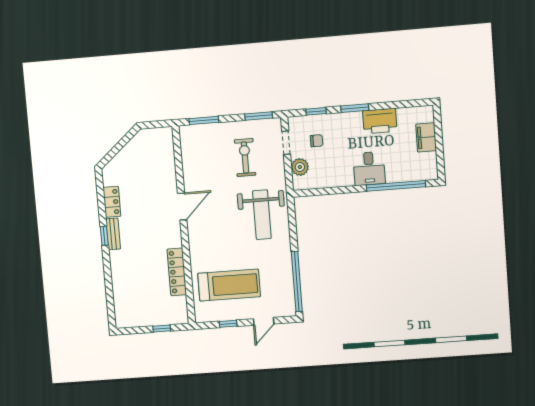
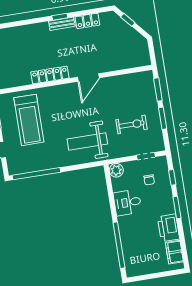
window: (259, 116) -> (163, 118), moved
filing cabinet: (426, 137) -> (174, 252), moved, turned -90
window: (114, 151) -> (128, 20), added
plant: (300, 167) -> (116, 170), moved
desk: (369, 168) -> (128, 202), moved
door: (182, 207) -> (88, 78), hinge flipped
locker: (177, 272) -> (50, 75), moved

